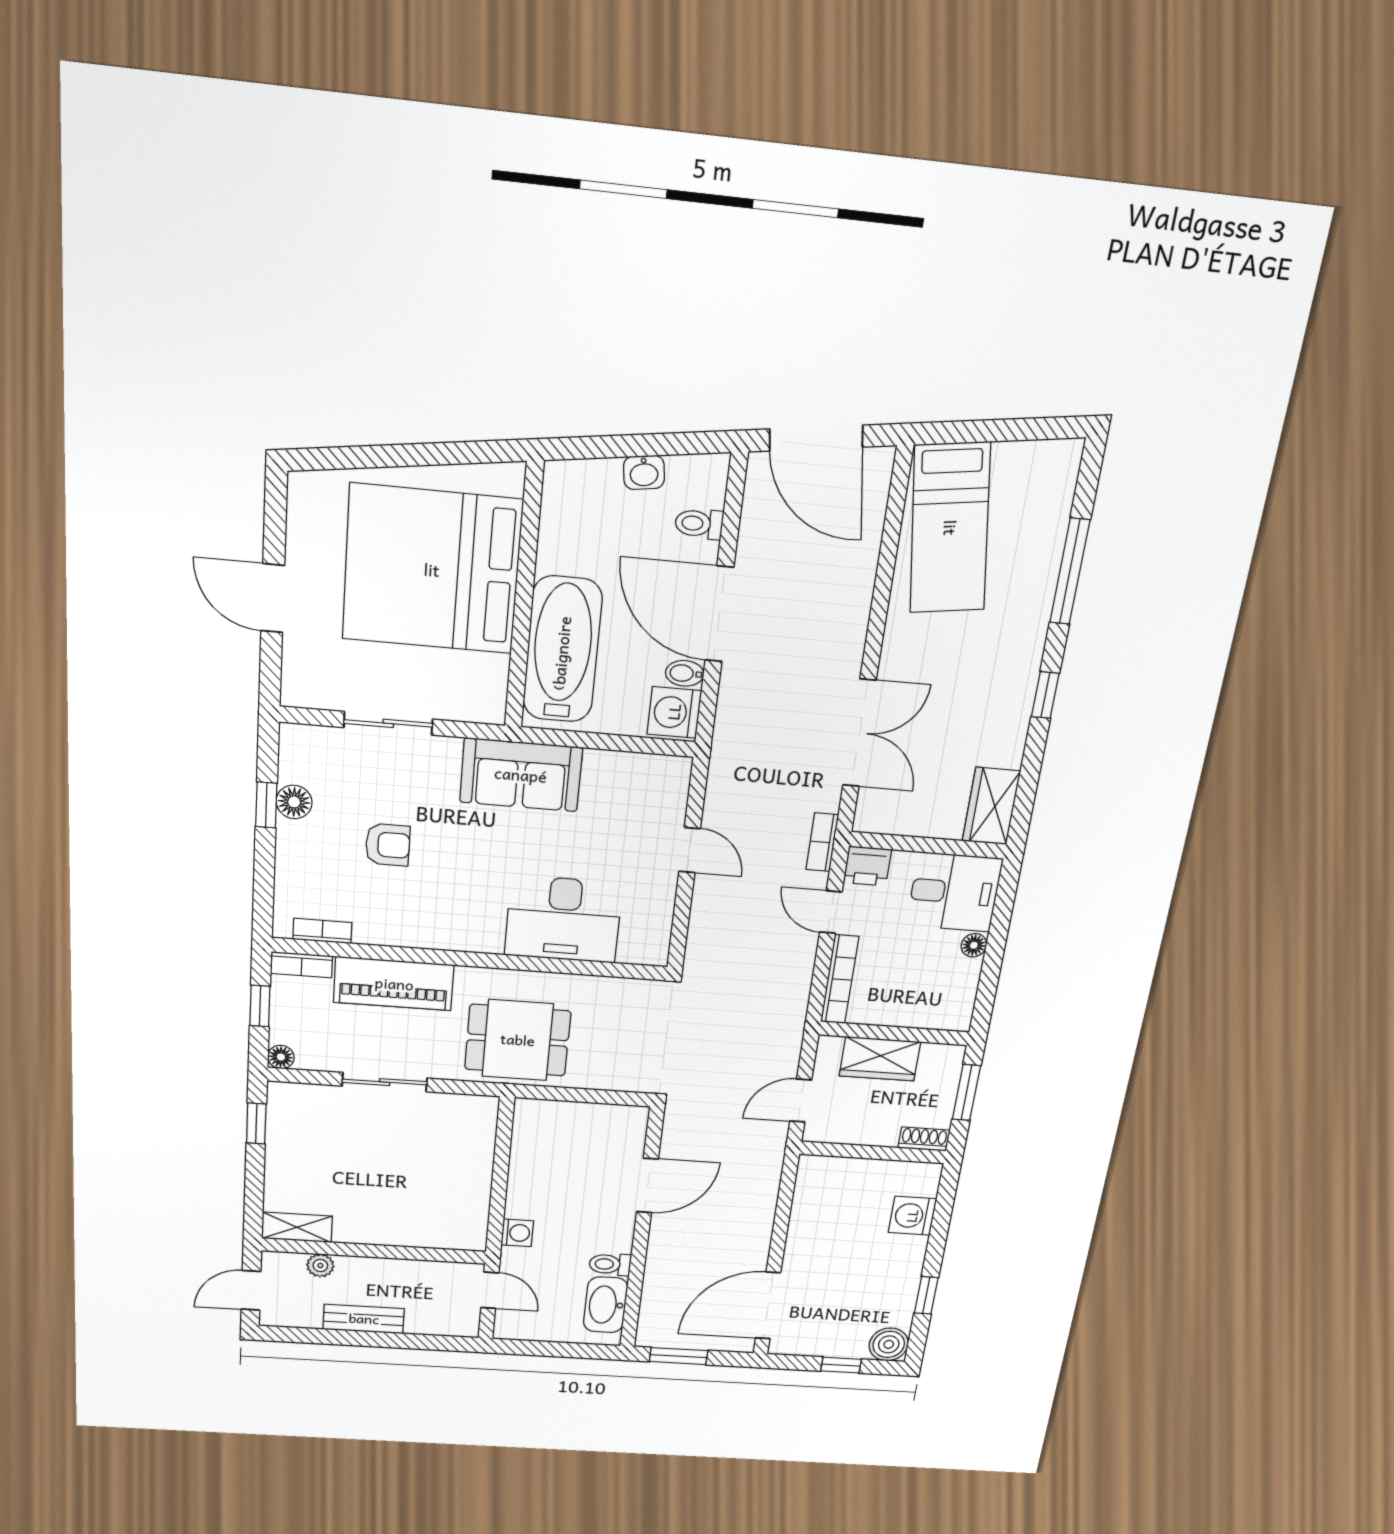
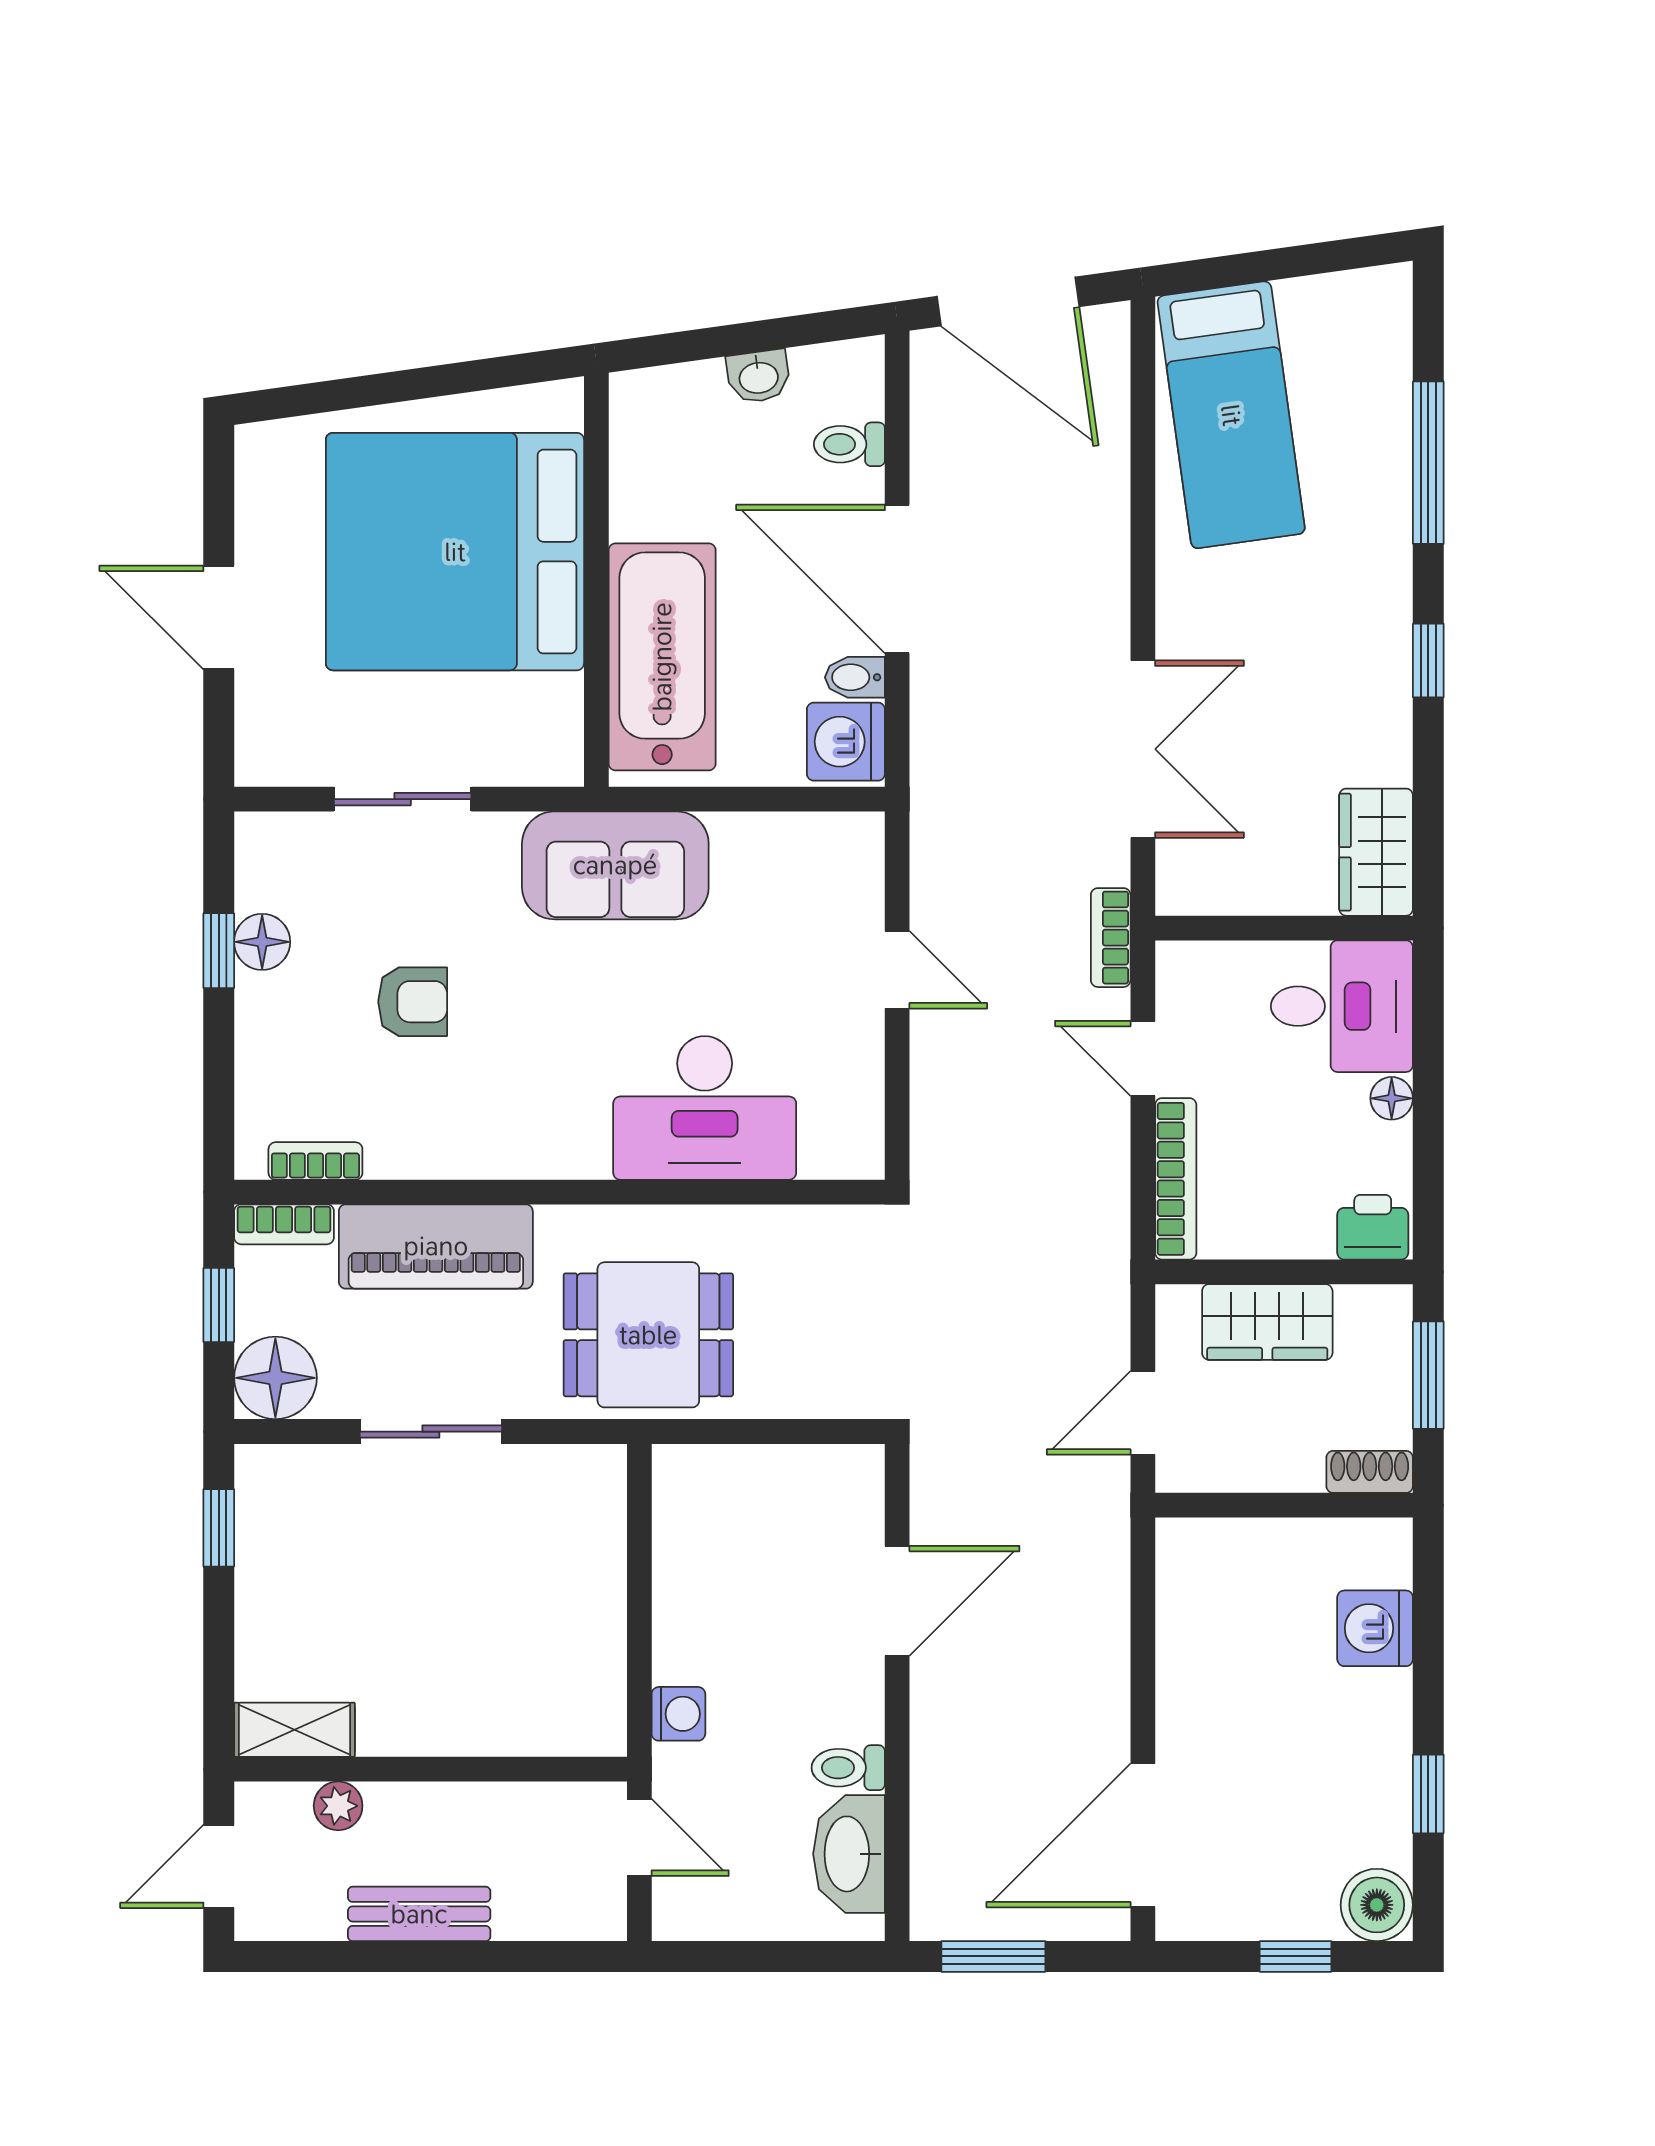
printer: (867, 866) -> (1373, 1227), moved, turned 180
floor lamp: (281, 1057) -> (275, 1378), width x1.89, depth x1.89

